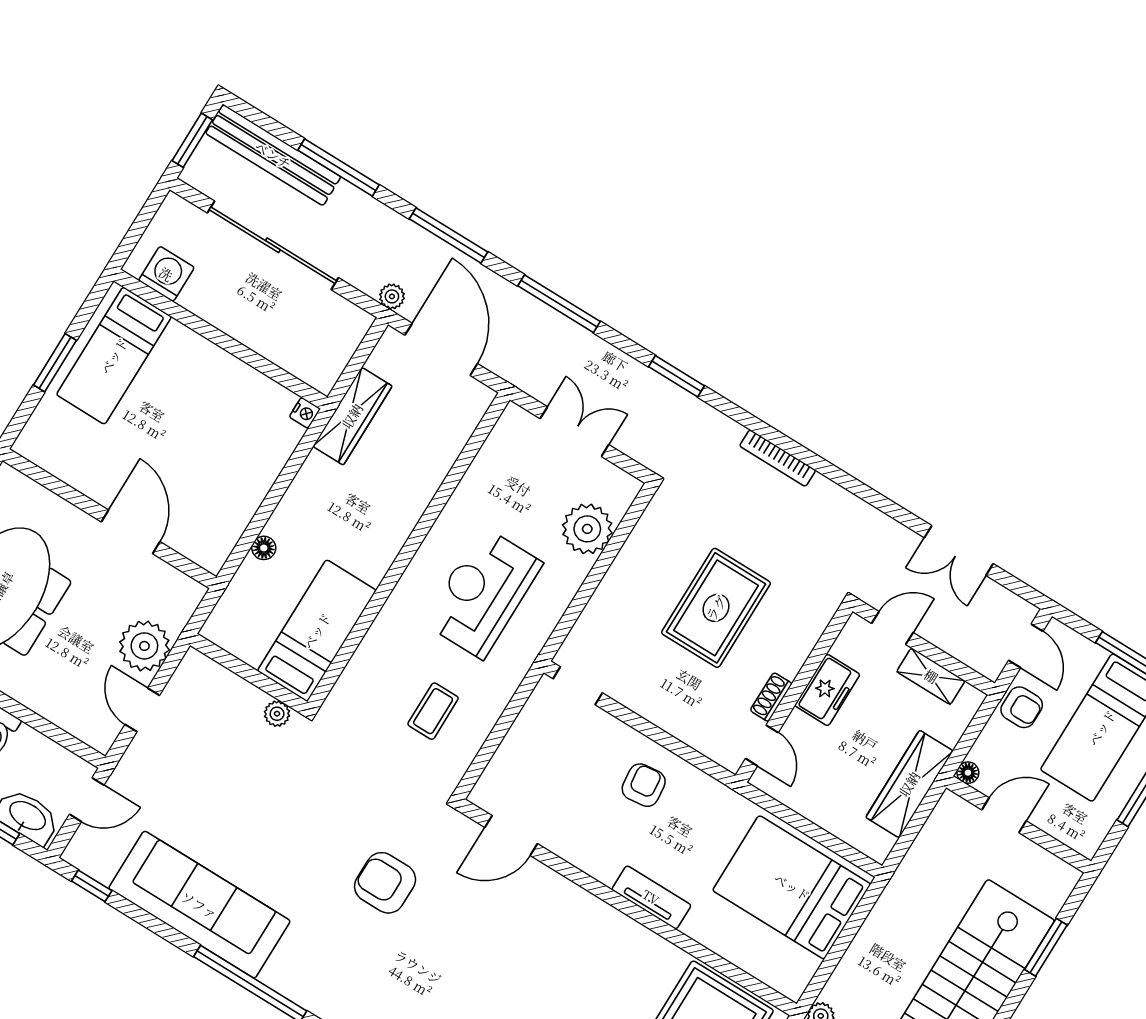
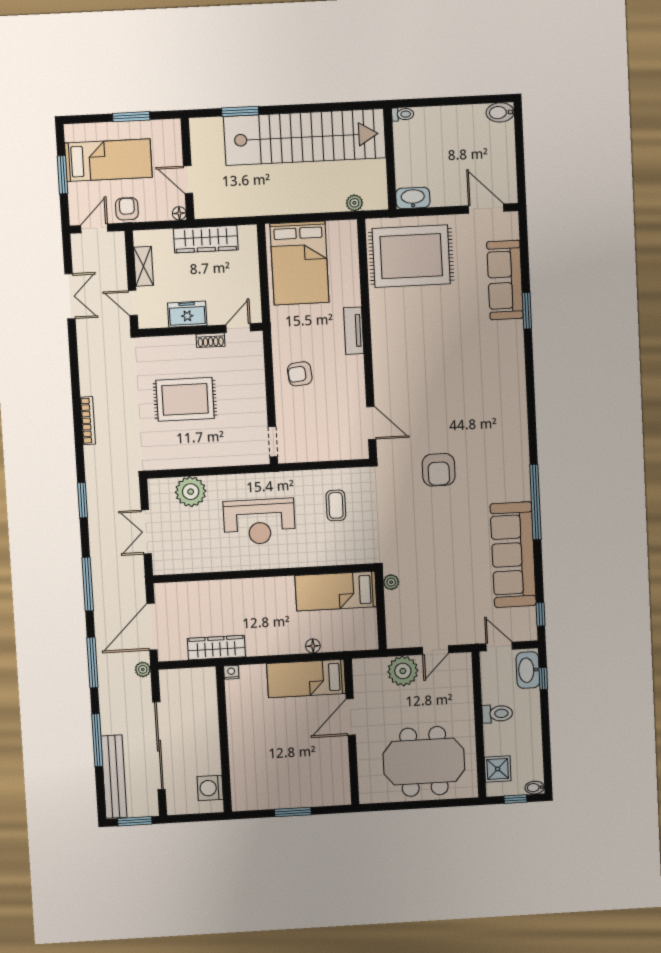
bed: (114, 356) -> (306, 679), moved, turned 180
coffee table: (433, 711) -> (336, 505), turned 90

